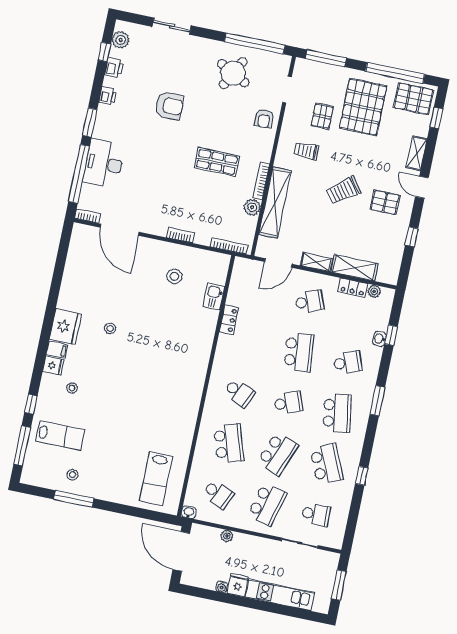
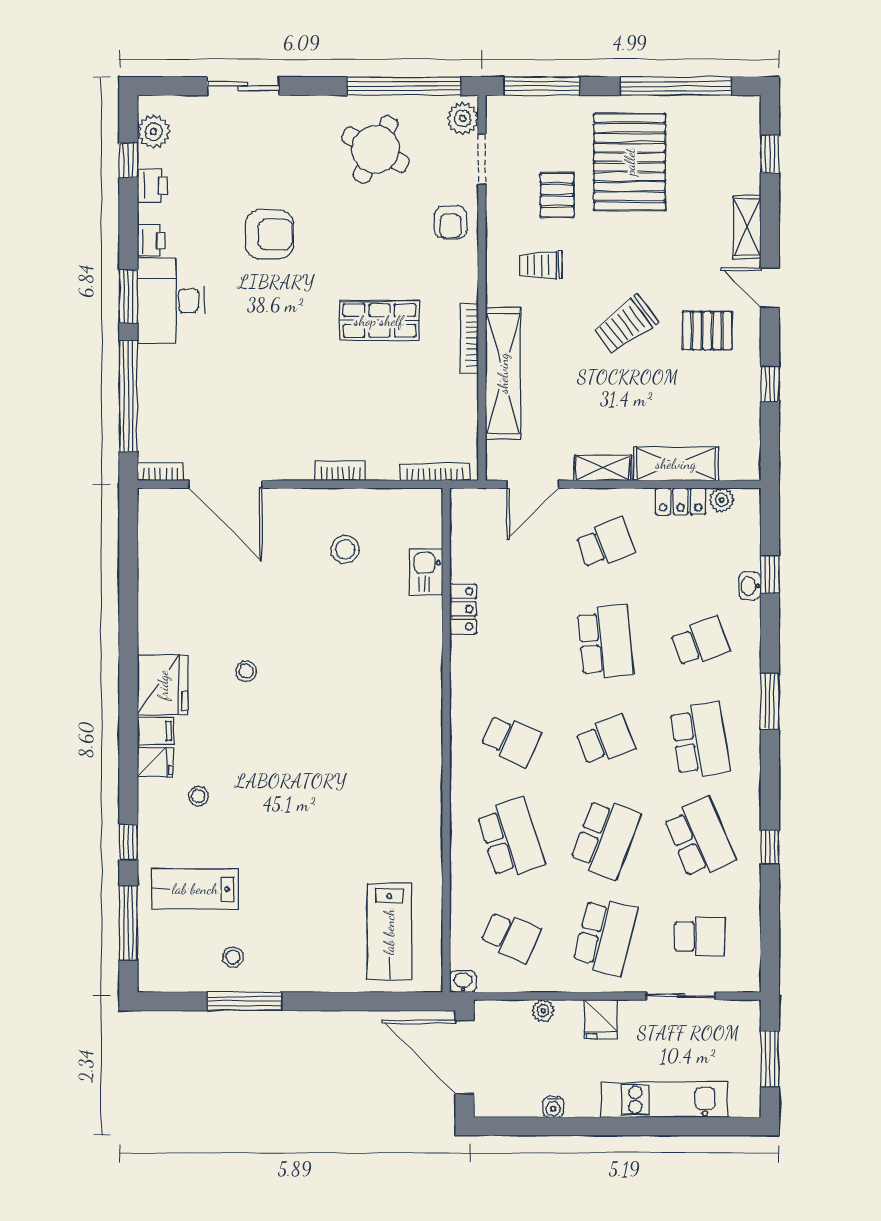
pallet: (414, 99) -> (720, 127), removed
desk: (104, 164) -> (171, 301), moved
plant: (252, 207) -> (463, 118), moved
lab bench: (60, 436) -> (195, 889), turned 180
fridge: (238, 585) -> (601, 1019), moved, turned 180

